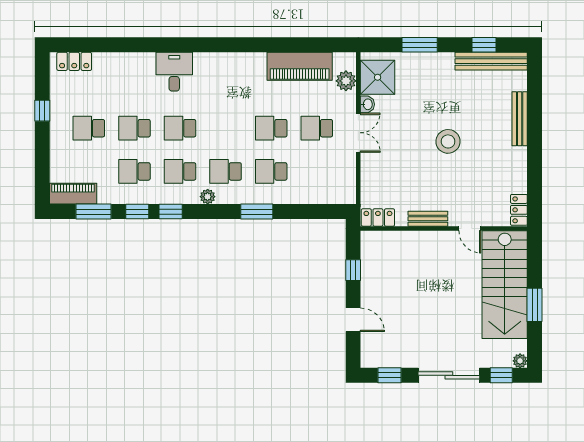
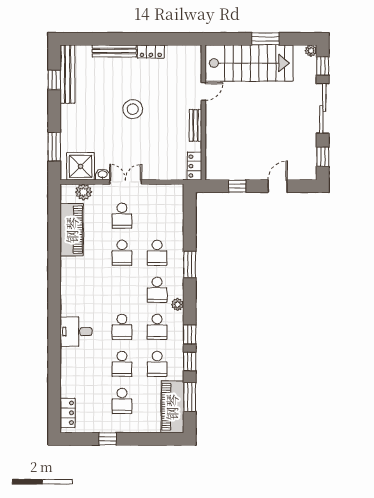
window: (420, 45) -> (54, 147), moved
piano: (73, 194) -> (172, 407), width x1.37, depth x1.33
locker: (519, 210) -> (151, 52), moved

